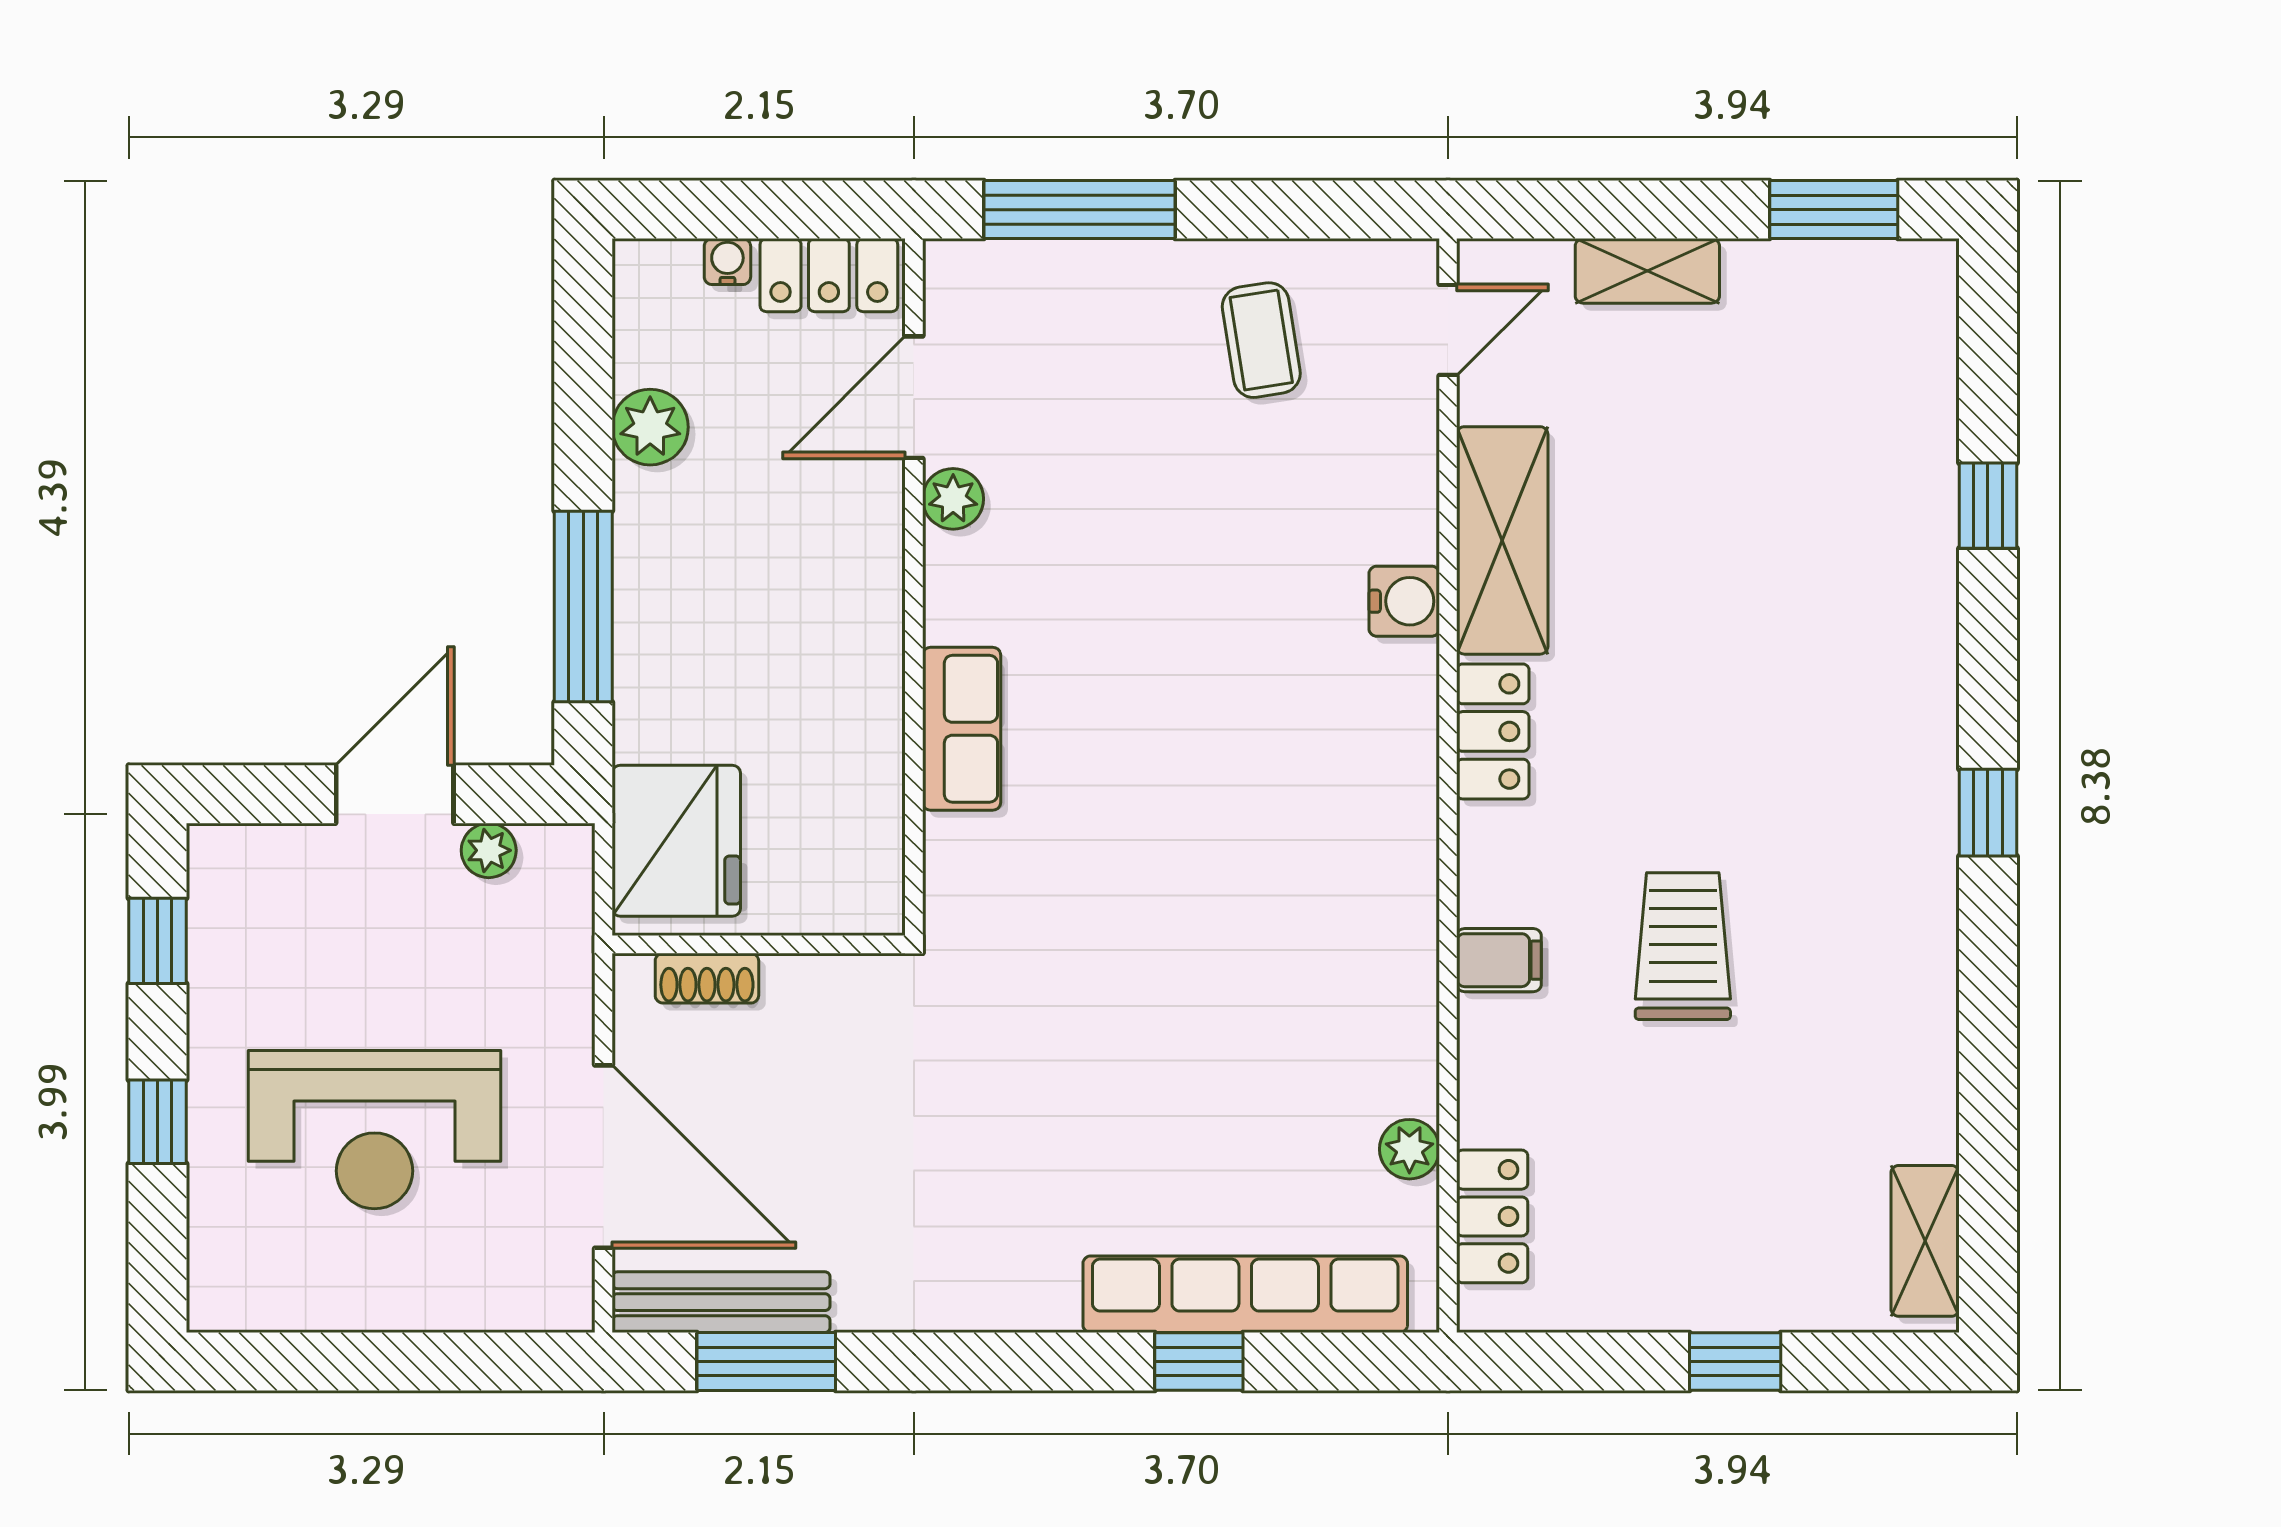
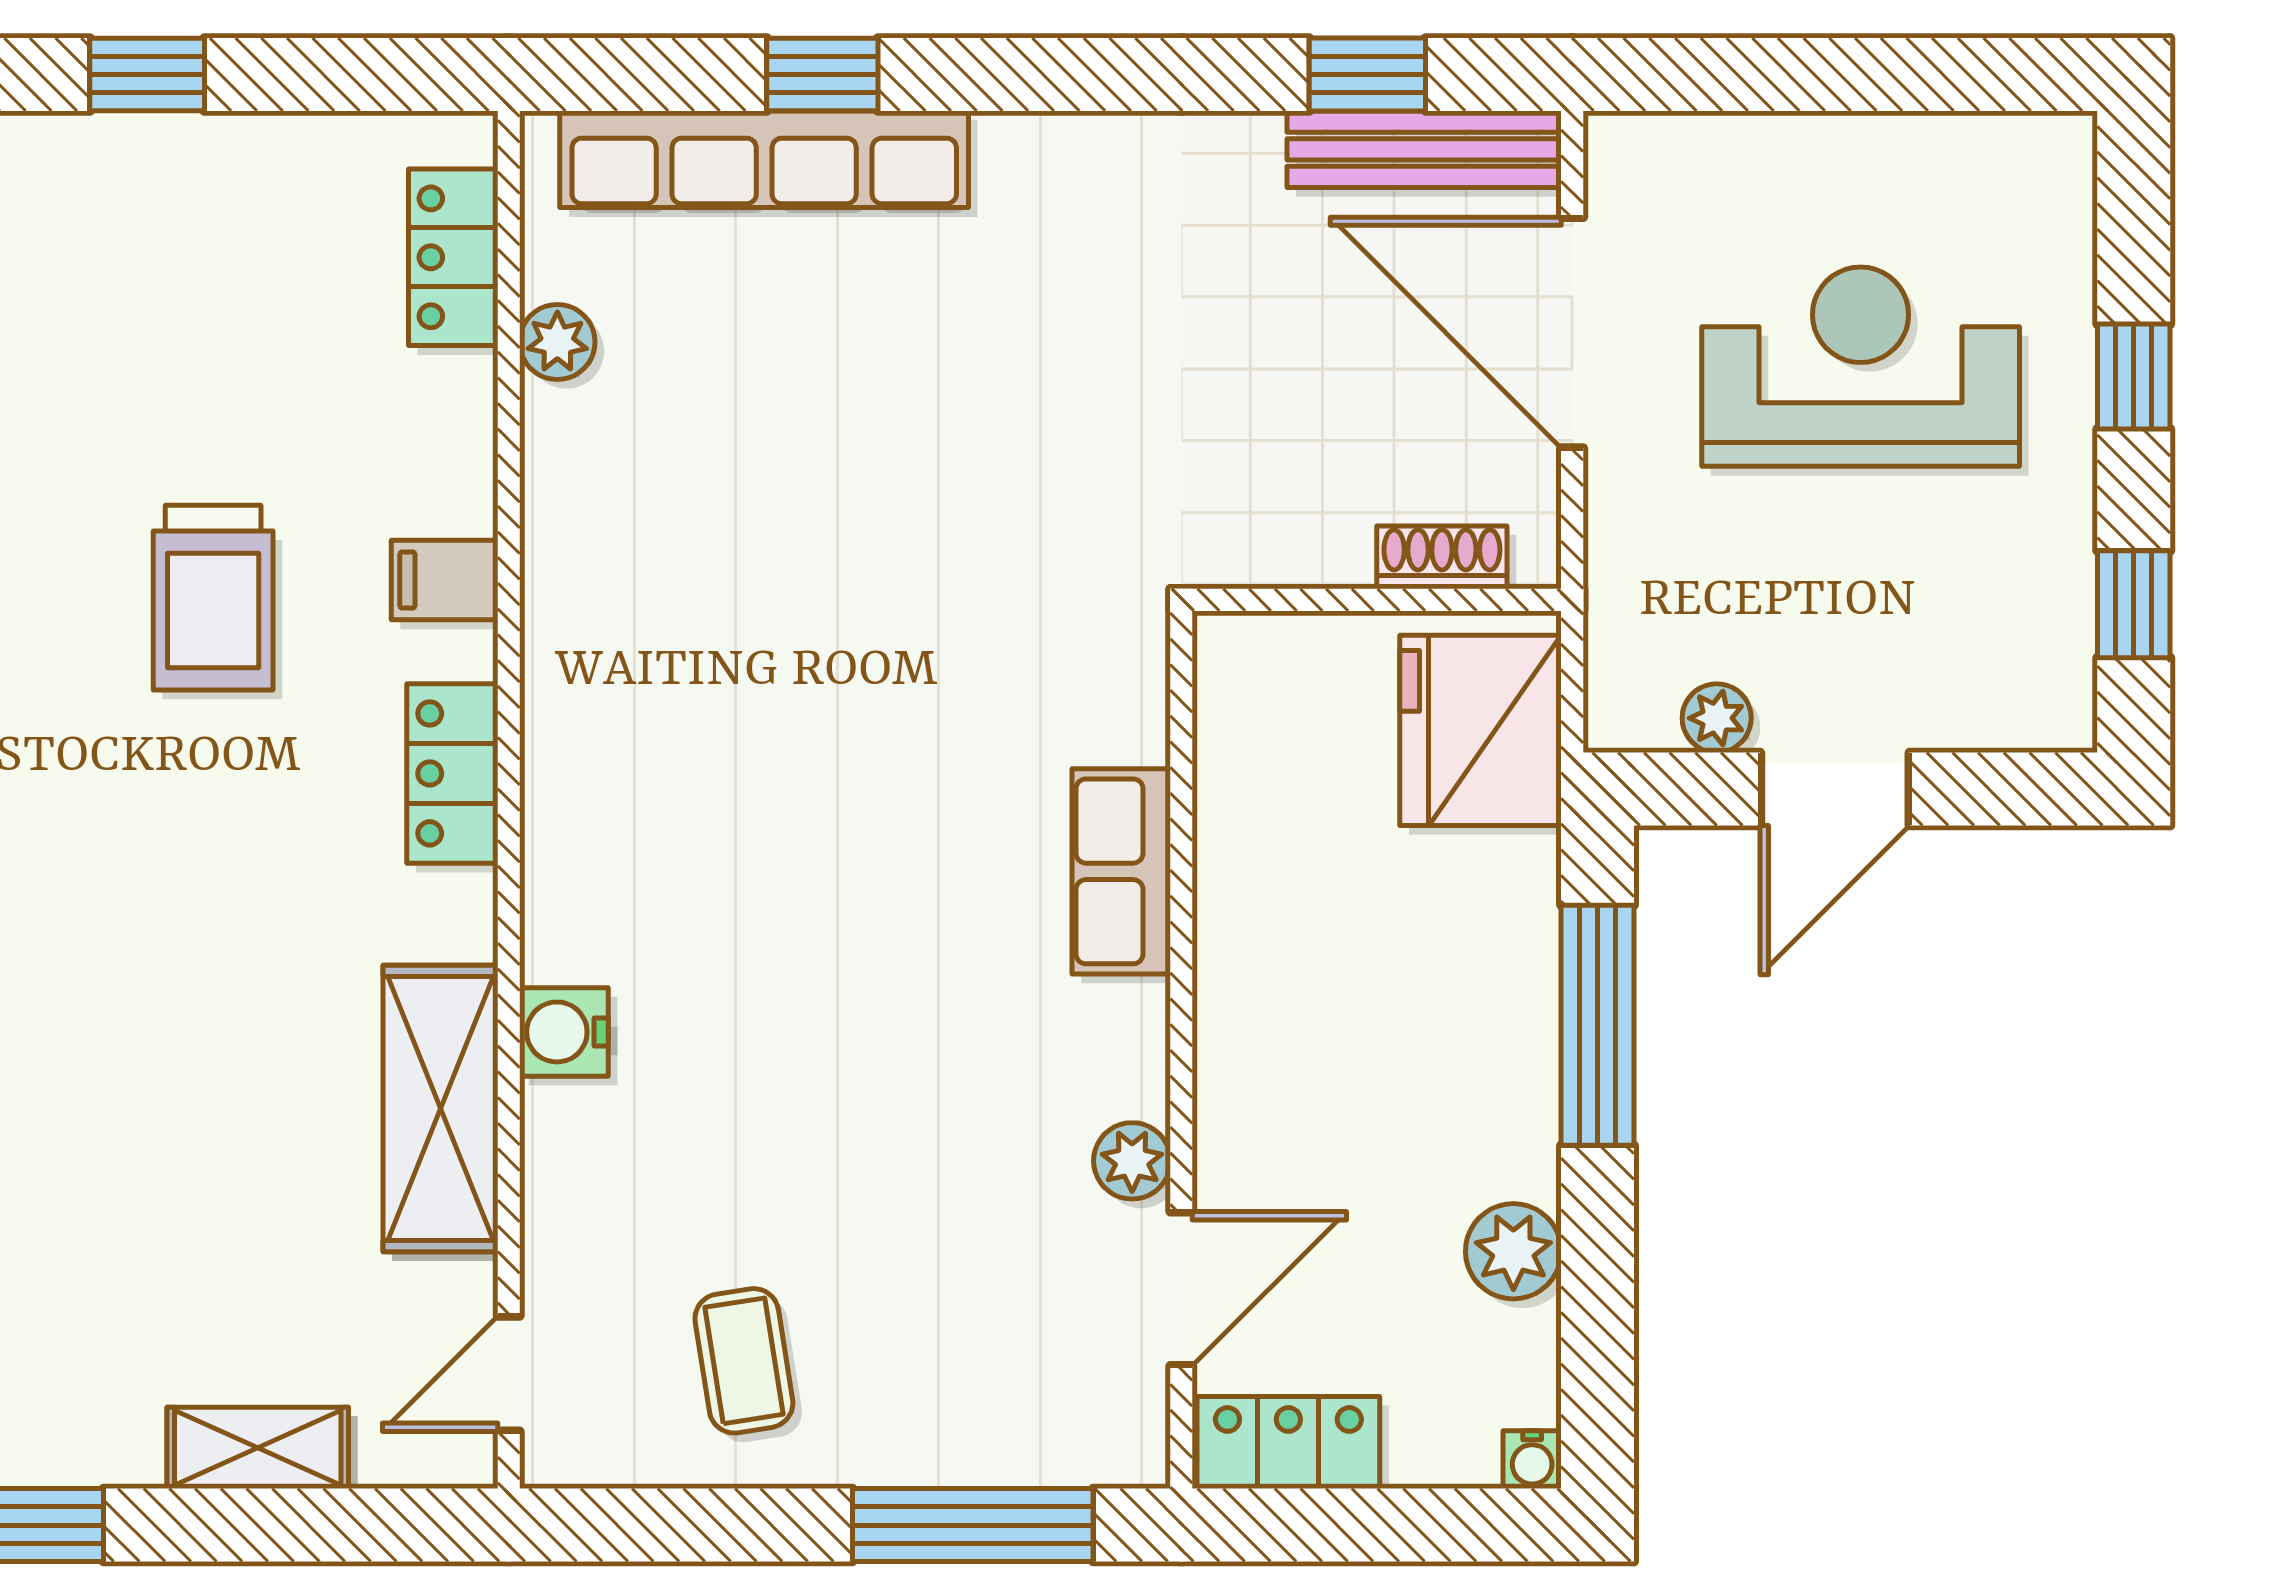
water cooler: (727, 262) -> (1532, 1460), moved
locker: (1493, 731) -> (452, 773), moved
window: (766, 1362) -> (1367, 75), width x0.67

